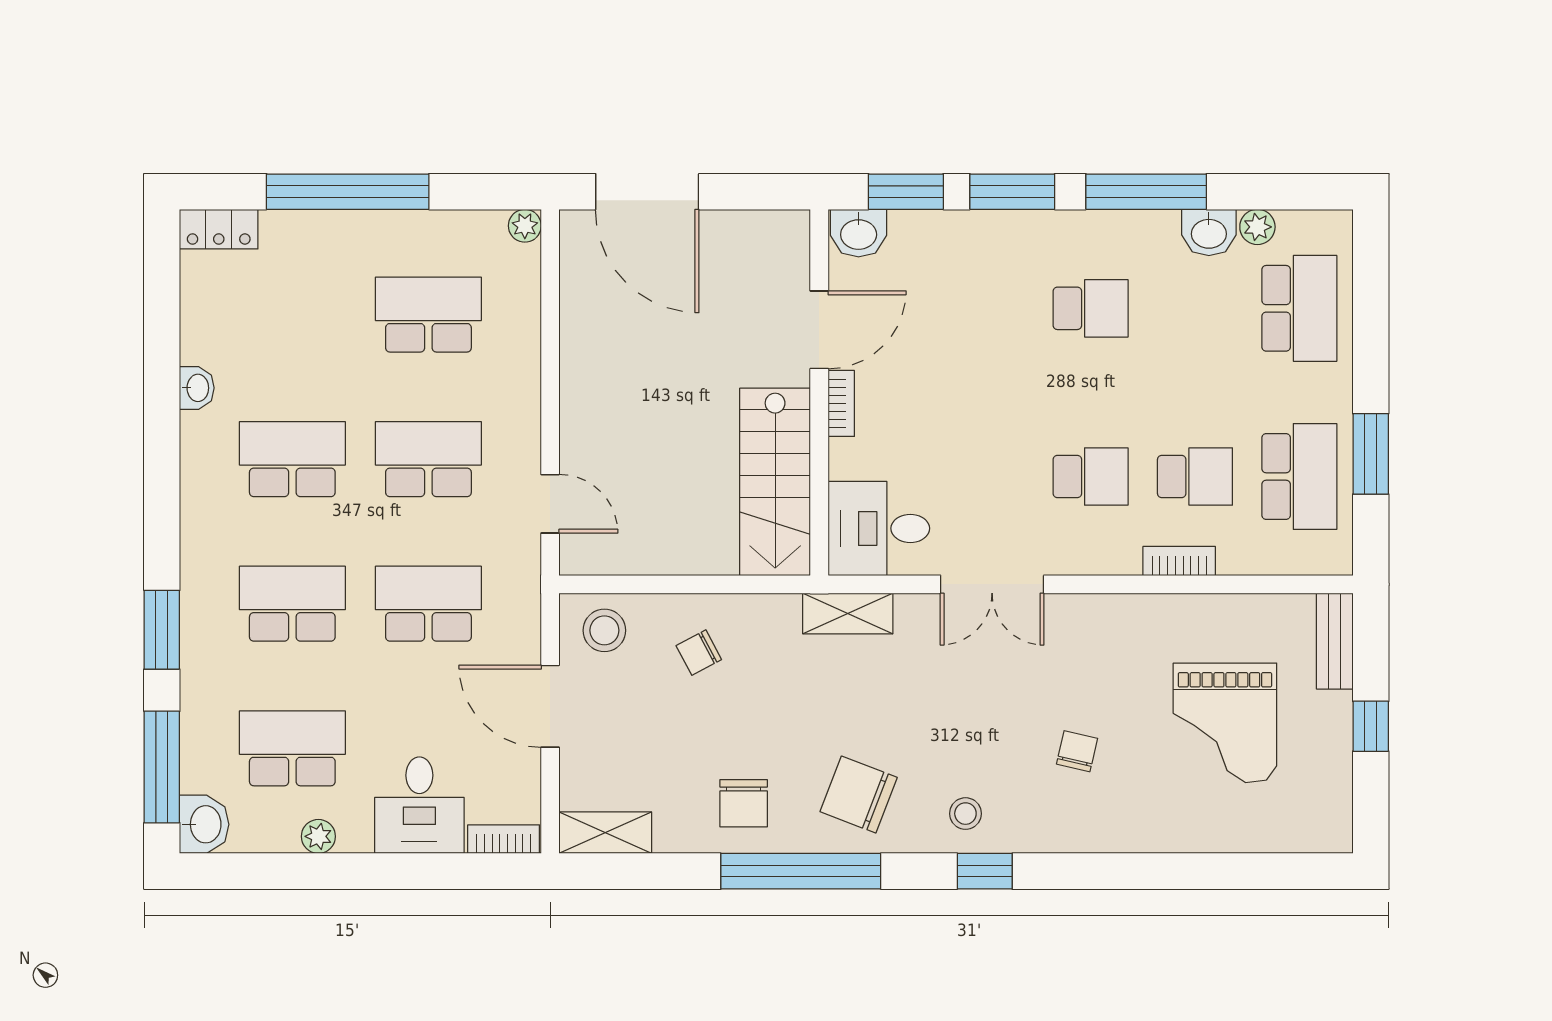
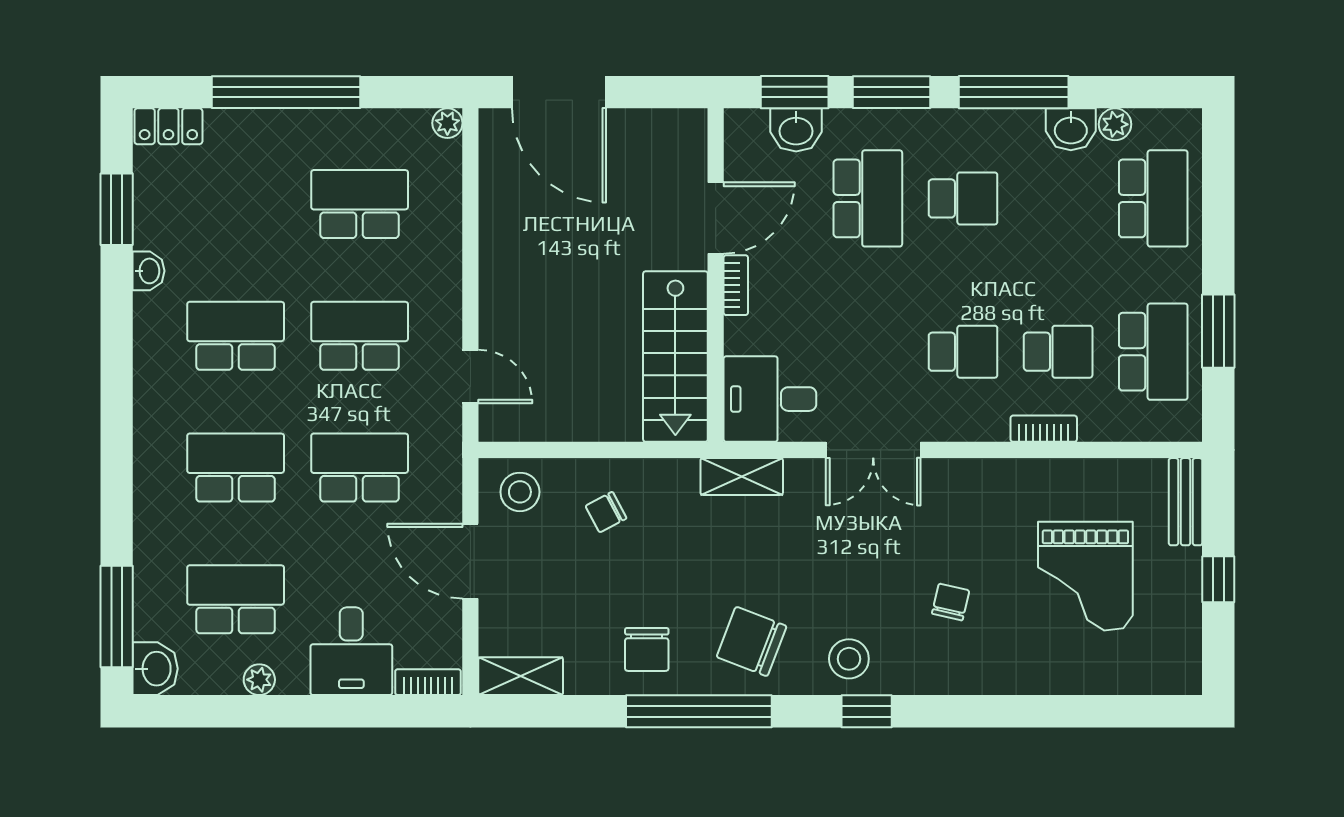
washbasin: (859, 233) -> (796, 130), moved
school desk: (986, 308) -> (868, 198), added
window: (162, 630) -> (117, 209), moved
stool: (965, 814) -> (849, 659), width x1.37, depth x1.37

